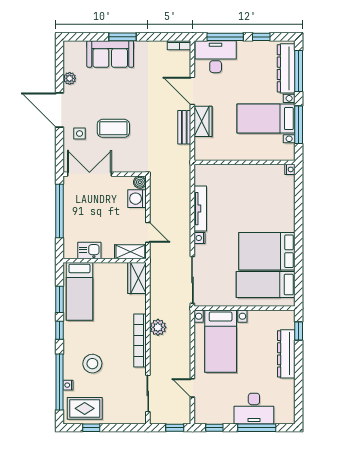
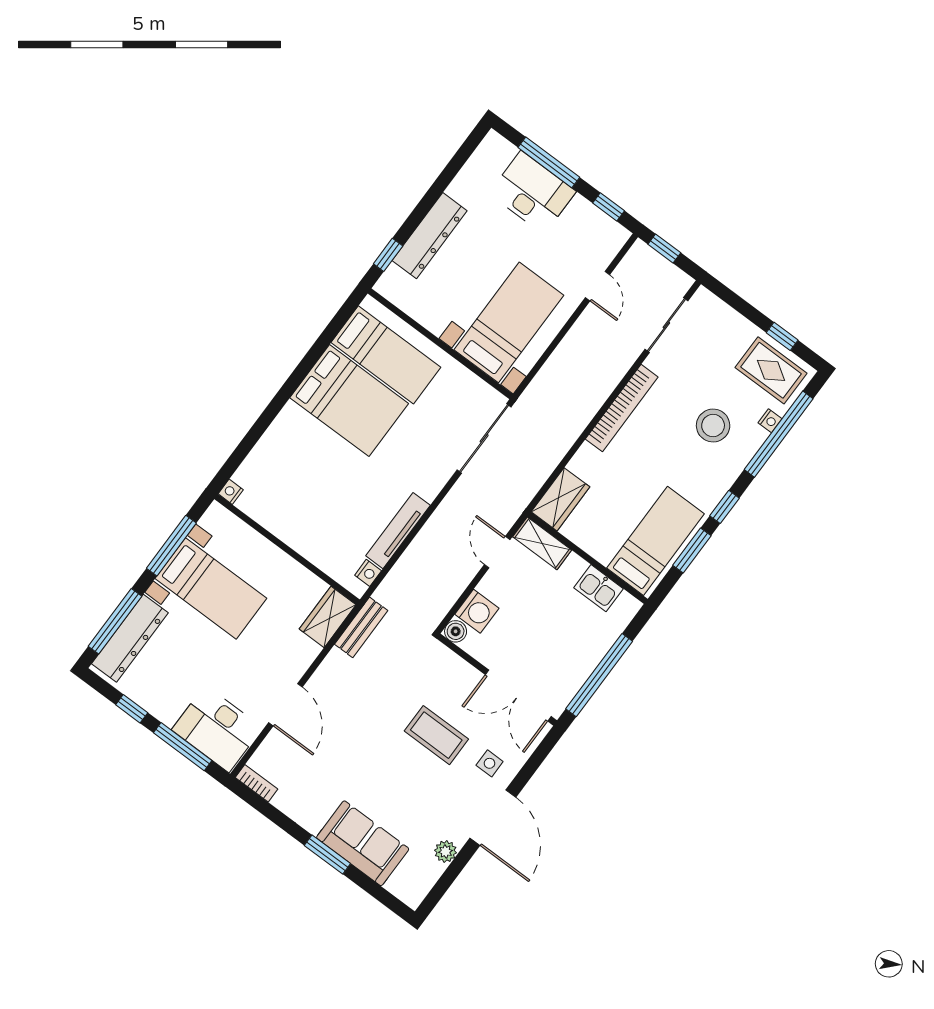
wardrobe: (203, 121) -> (328, 617), moved
bench: (184, 127) -> (361, 627), moved
nightstand: (200, 238) -> (368, 573), moved
plant: (158, 327) -> (583, 408), removed

